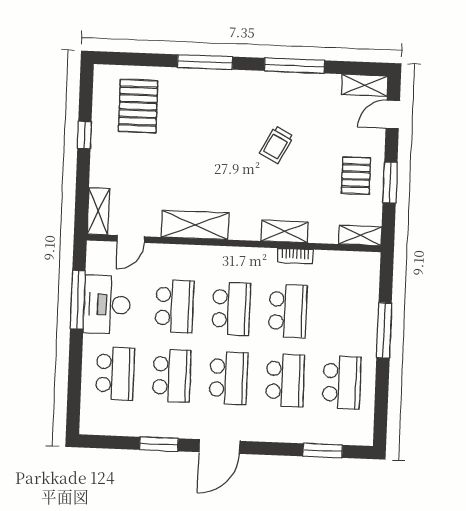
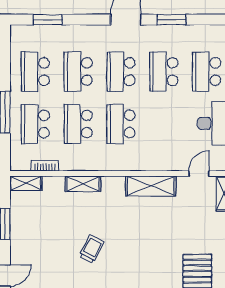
pallet: (356, 176) -> (31, 228), removed
bookcase: (295, 256) -> (45, 166), moved
school desk: (175, 306) -> (35, 124), moved

